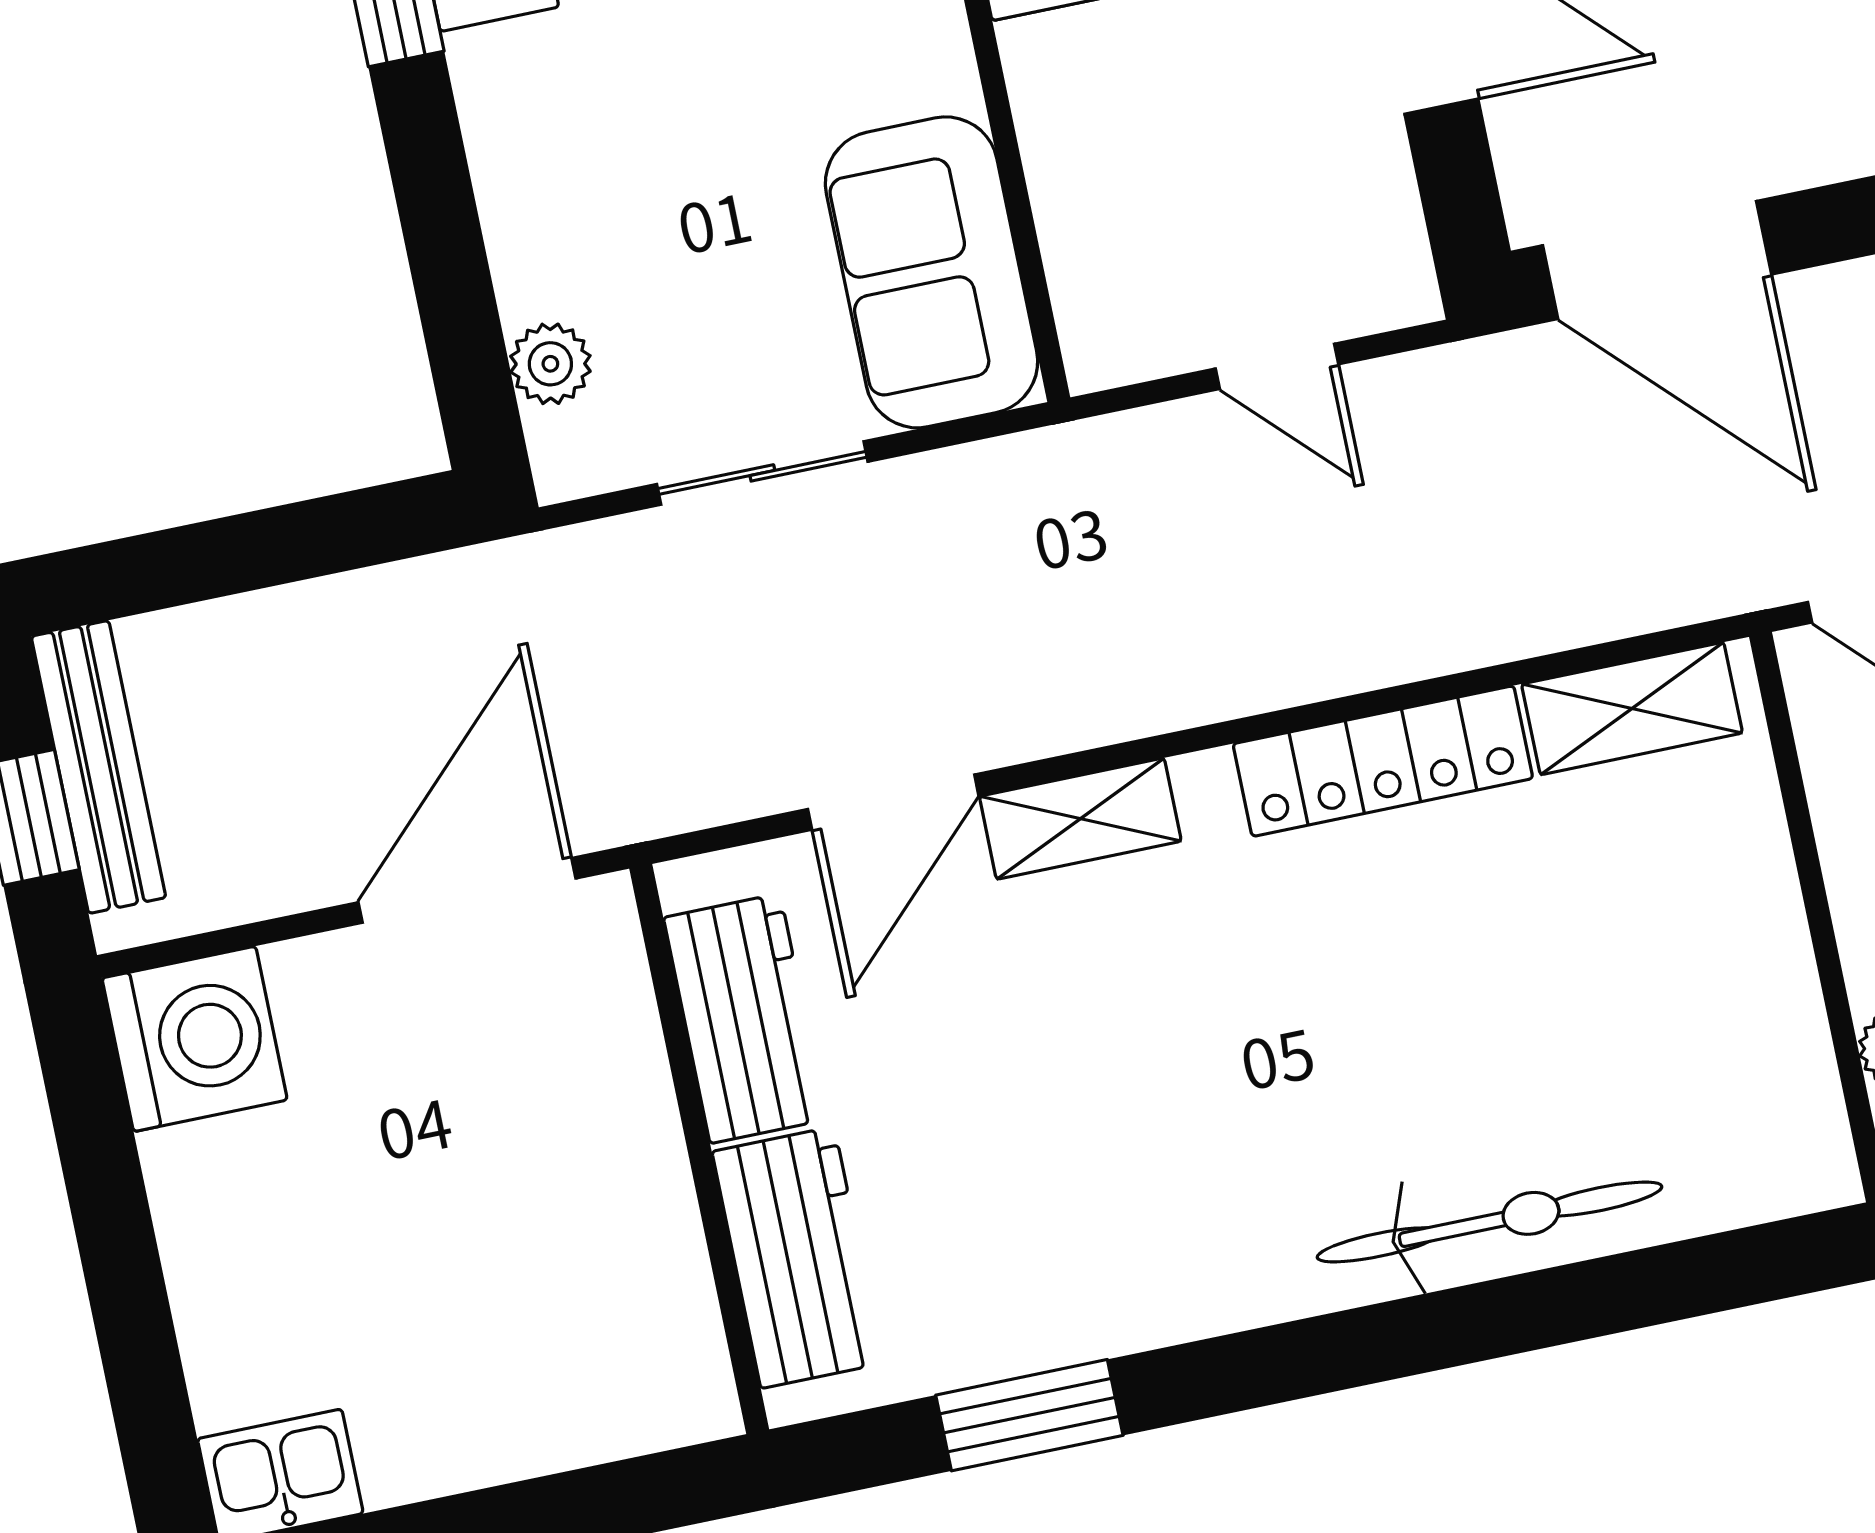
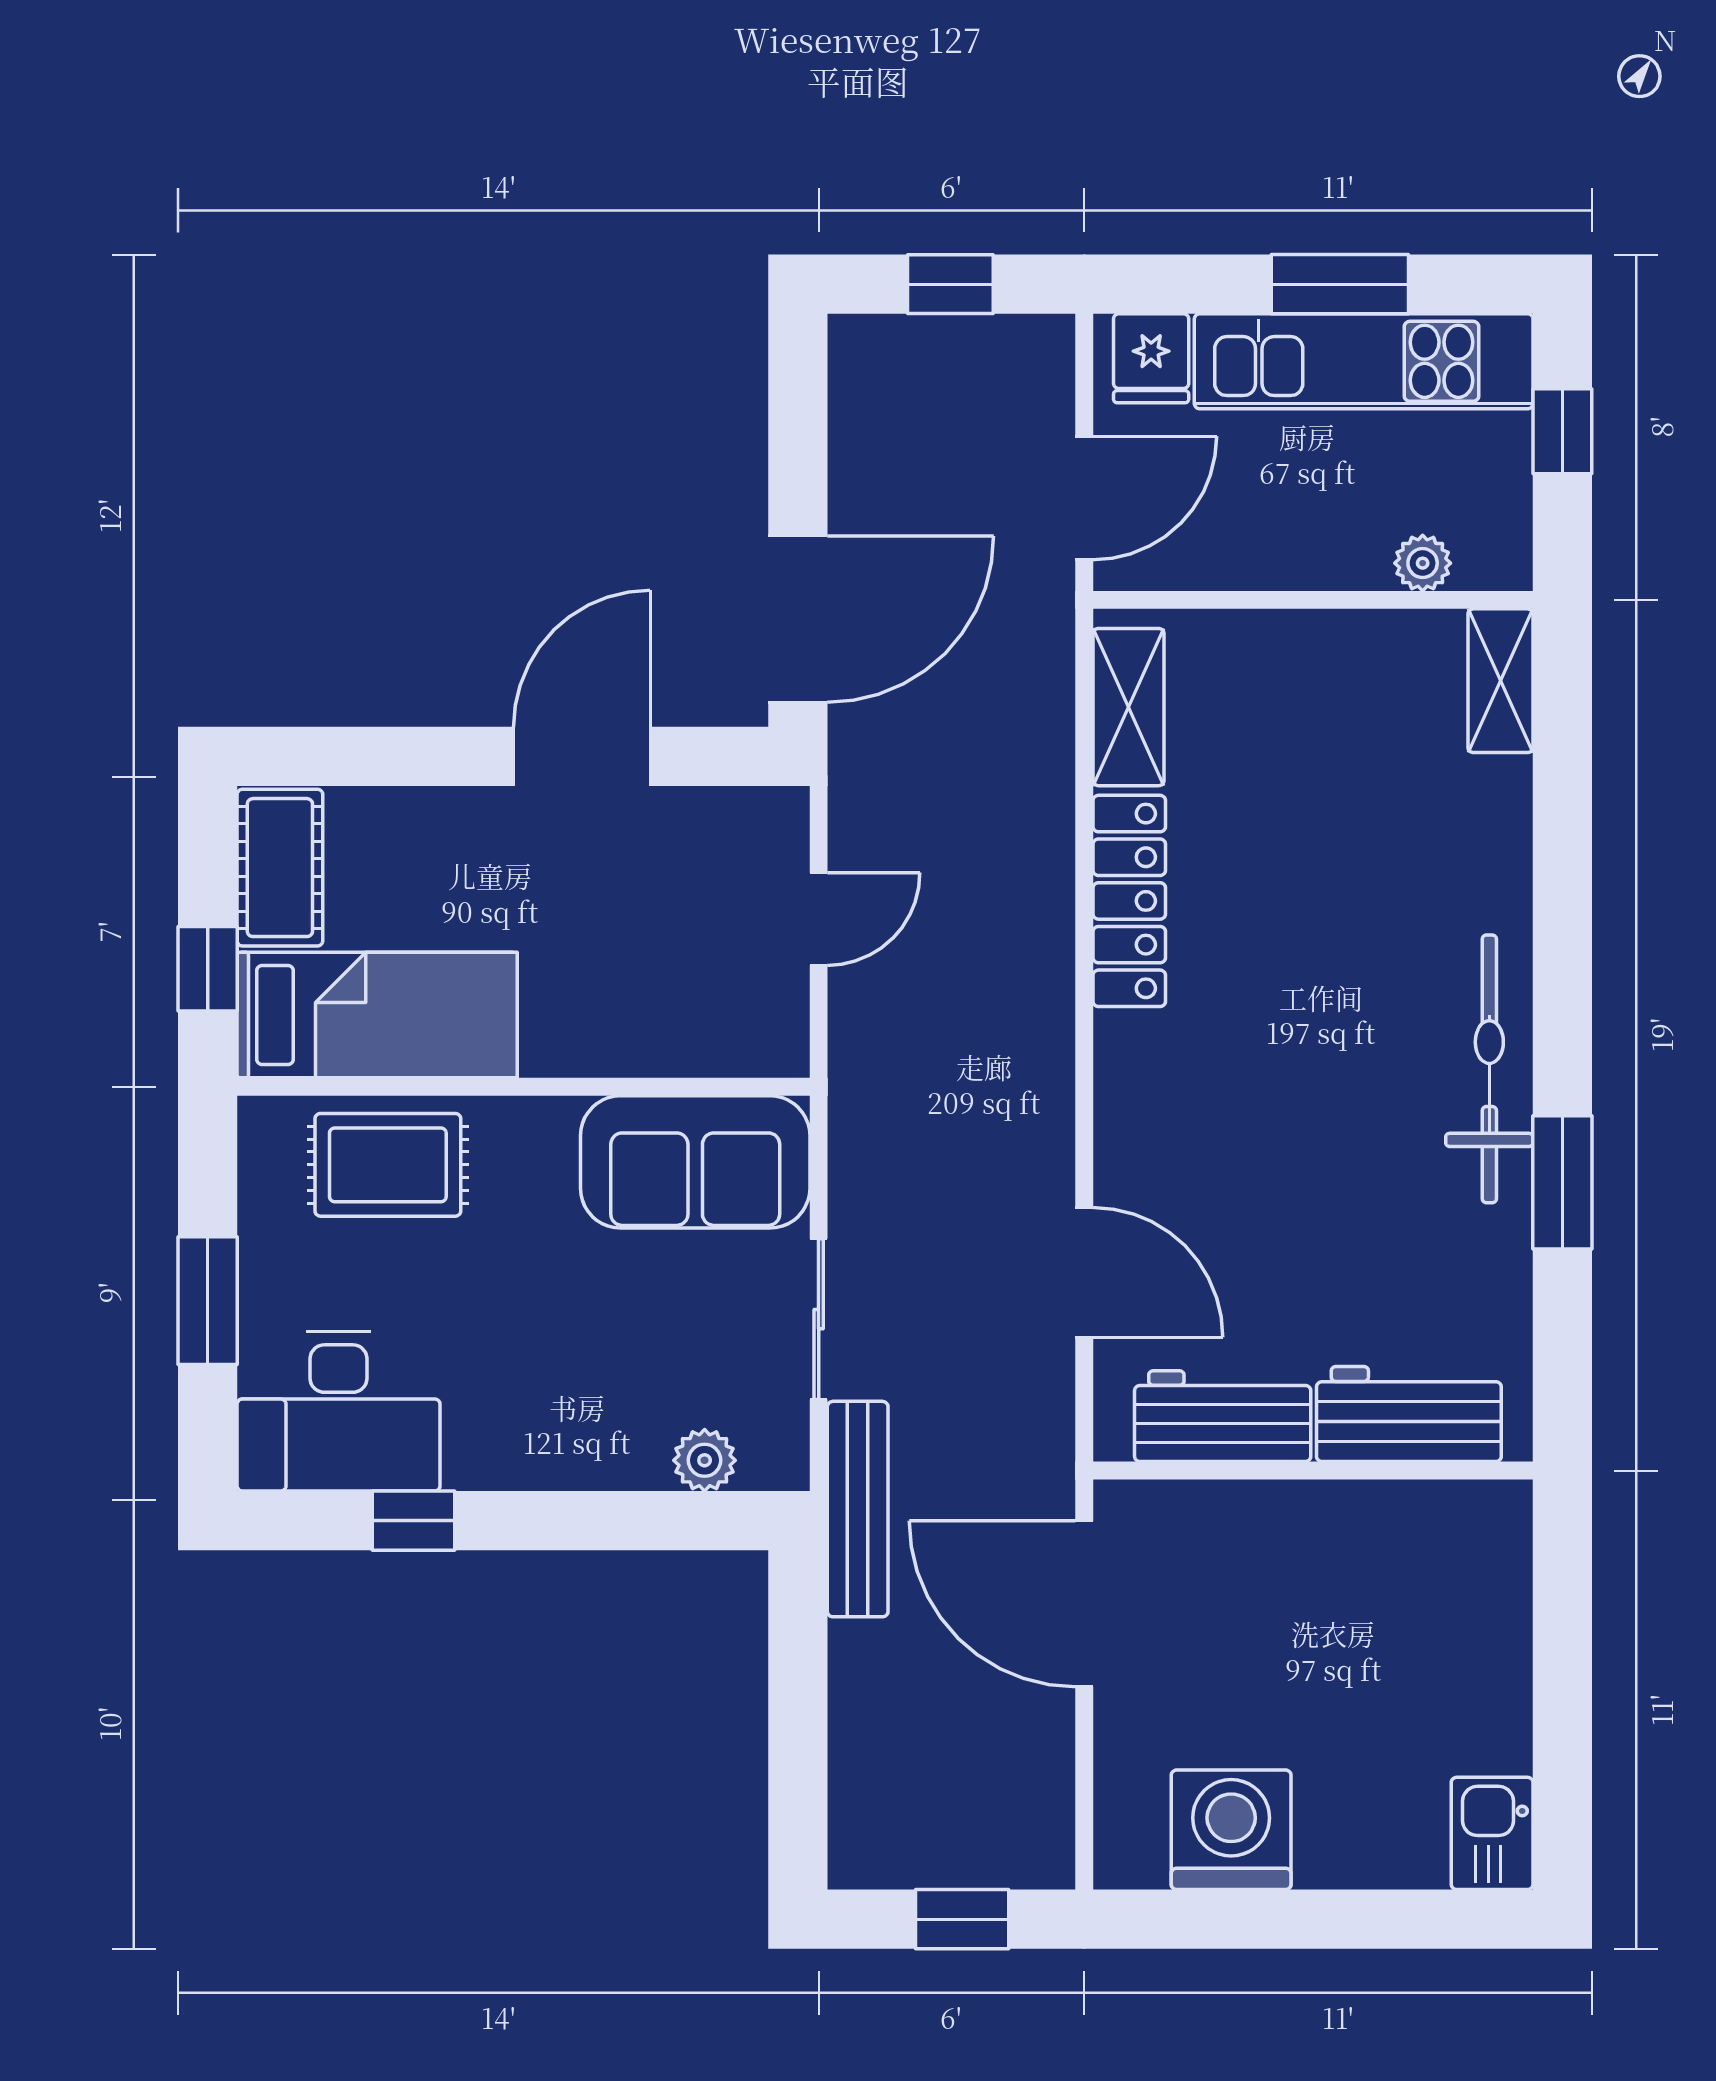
bench: (99, 767) -> (858, 1509), moved, turned 90
shelving: (1080, 819) -> (1500, 681), moved
washing machine: (195, 1039) -> (1231, 1830), moved
bicycle: (1490, 1222) -> (1489, 1069), moved
window: (1029, 1415) -> (1562, 1182), moved

